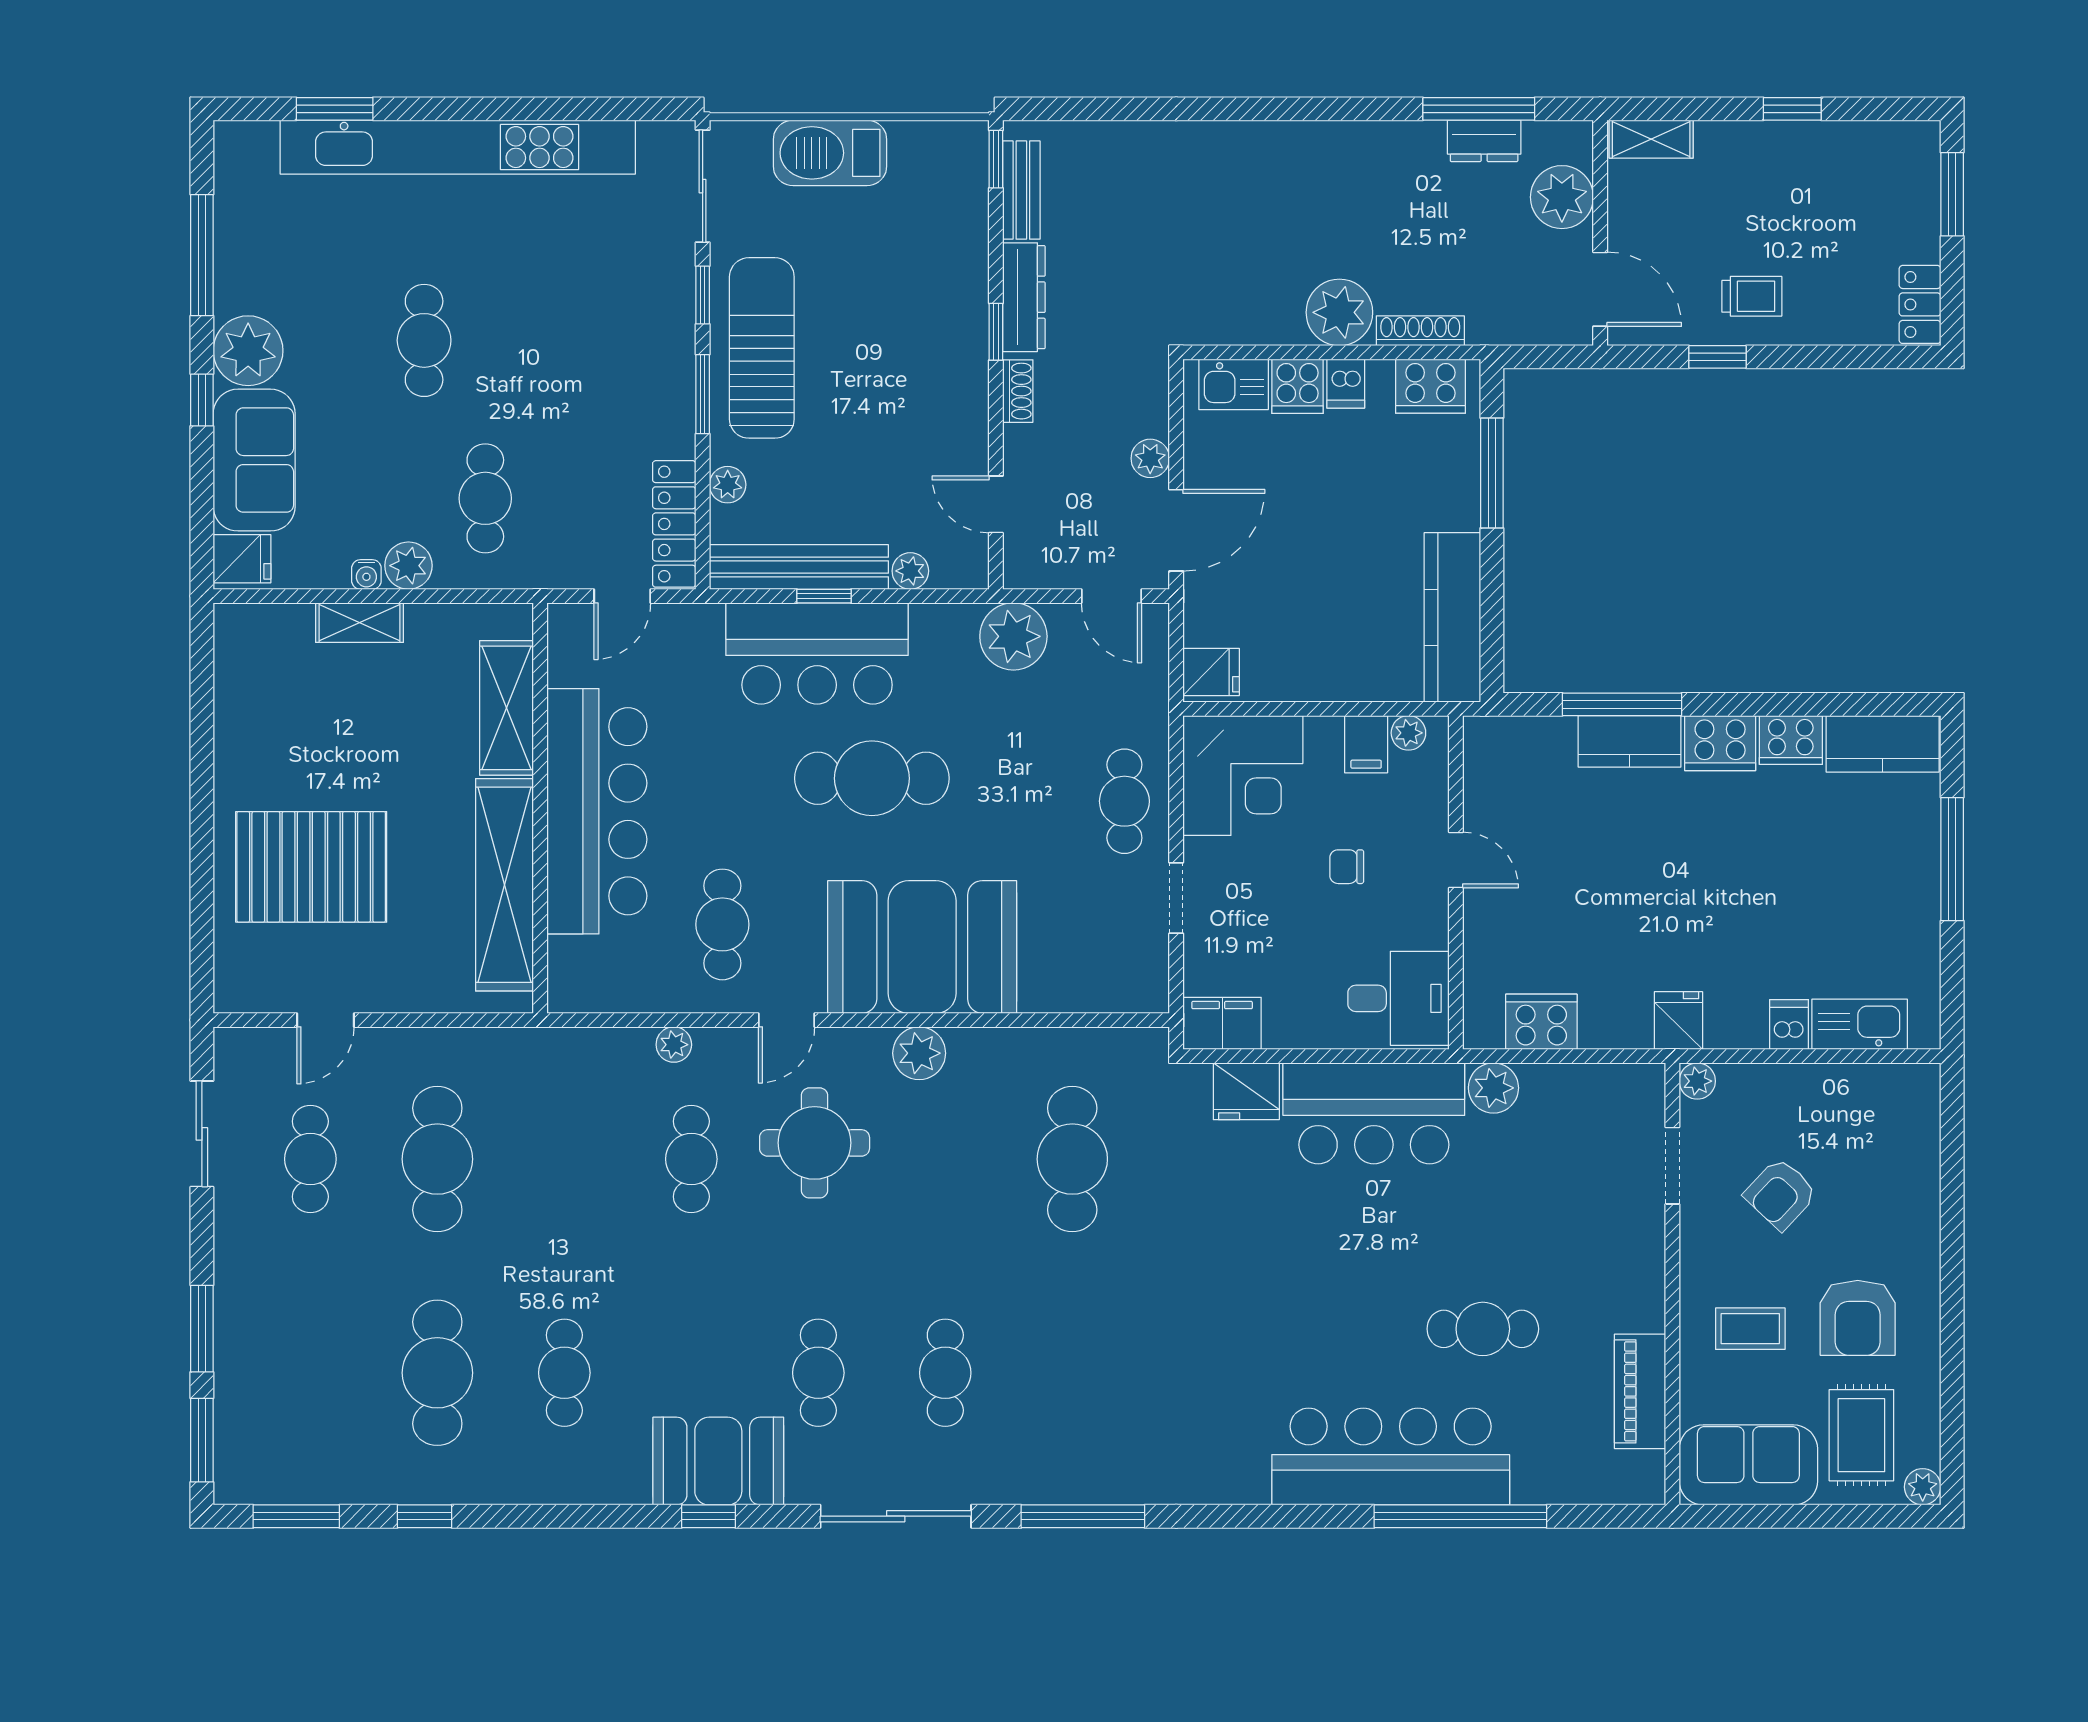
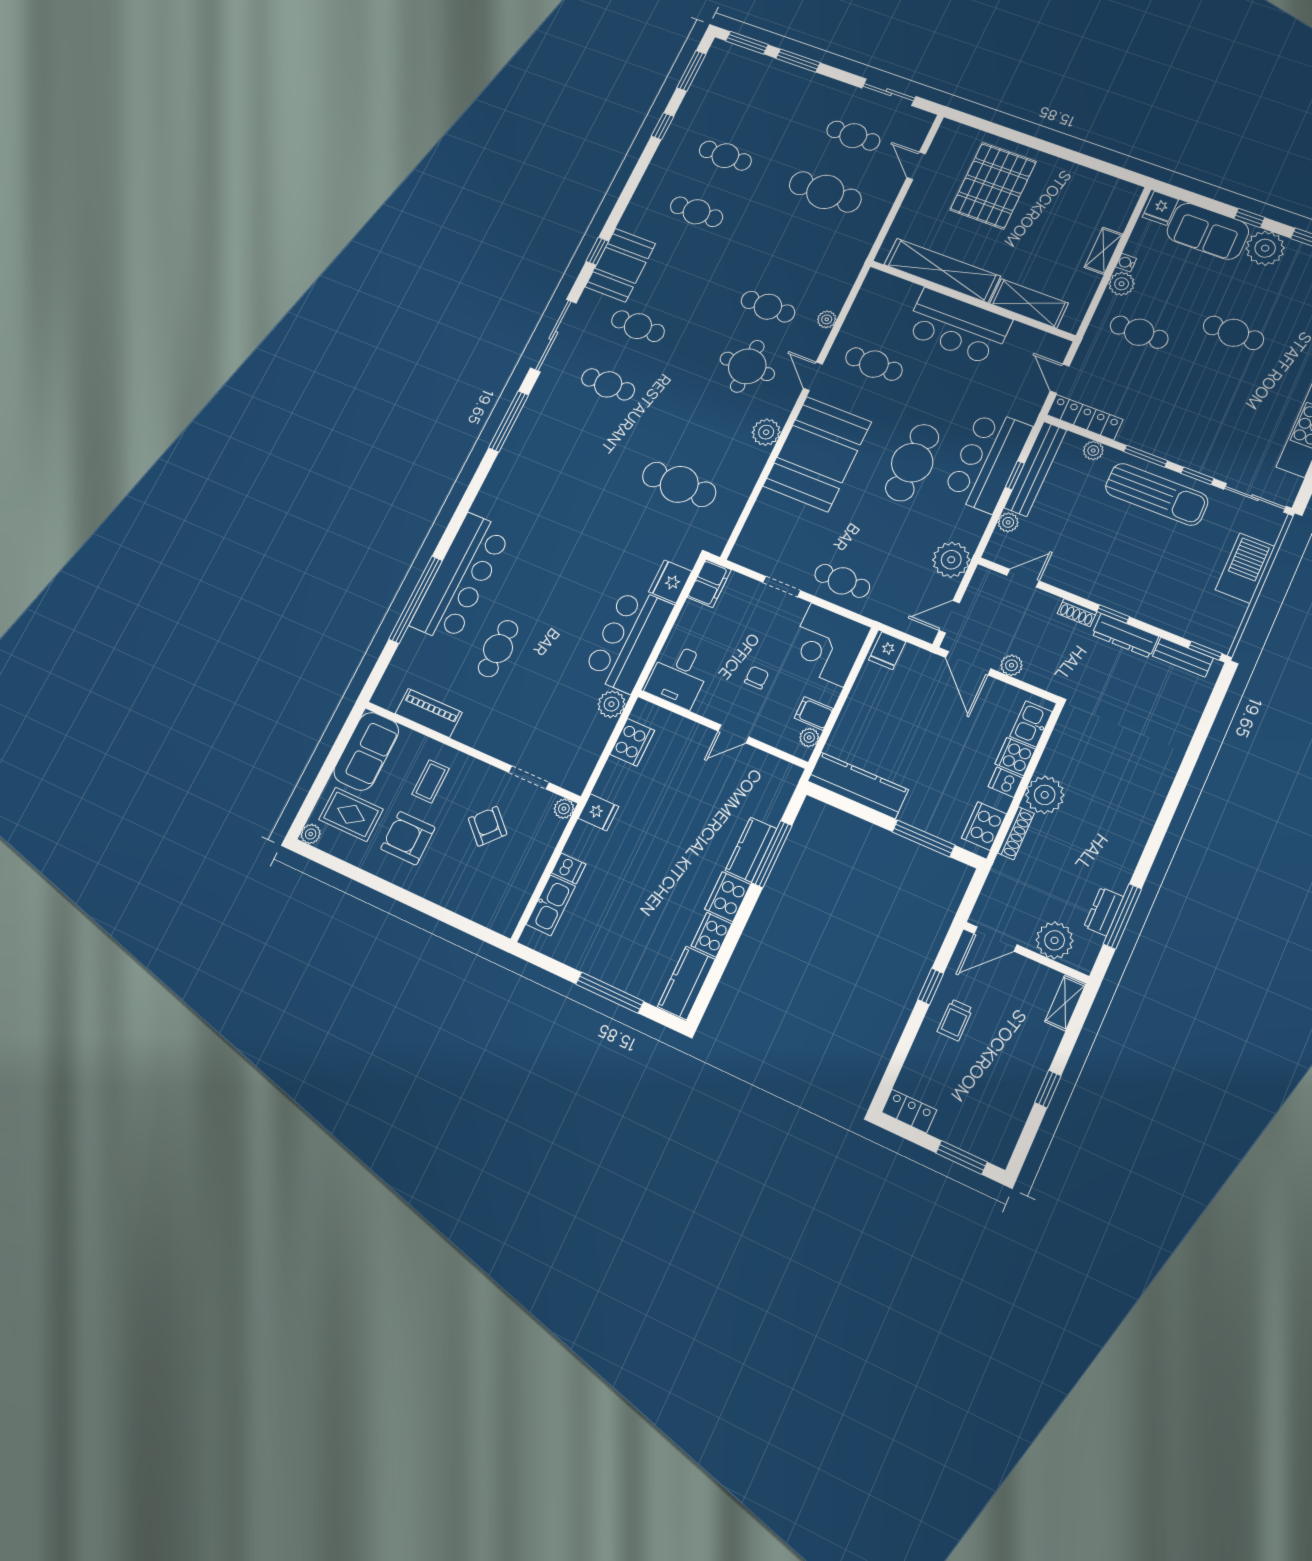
bar counter: (597, 811) -> (958, 326), width x0.73
cafe table: (437, 1373) -> (725, 156), width x0.73, depth x0.74

